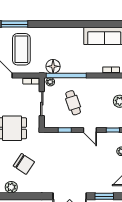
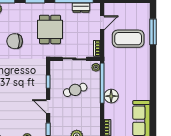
floor lamp: (53, 66) -> (111, 96), moved
door: (90, 130) -> (48, 106), hinge flipped
chair: (24, 164) -> (15, 41), turned 57

